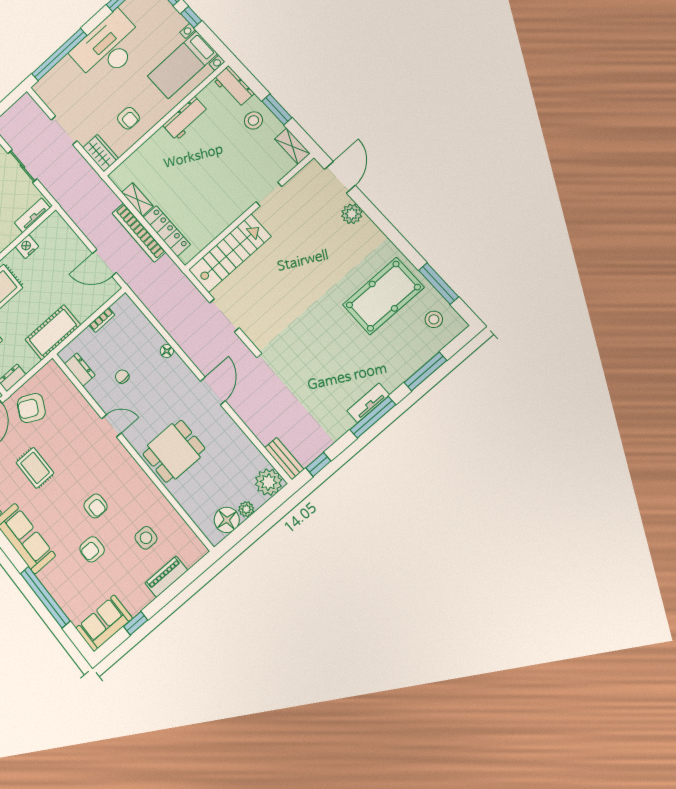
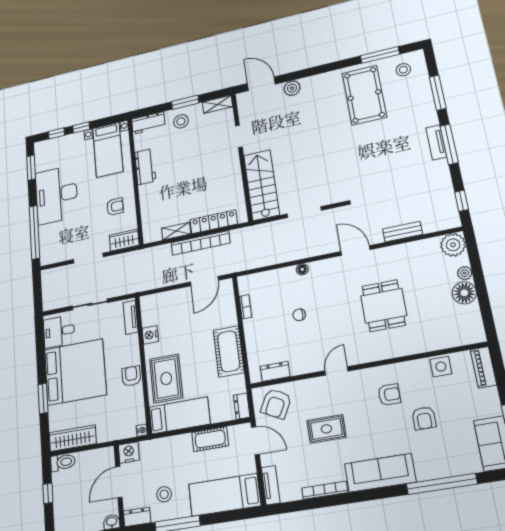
dresser: (80, 370) -> (275, 371), moved
door: (111, 426) -> (336, 371), moved
wall: (131, 450) -> (366, 366), moved
bench: (284, 459) -> (402, 232), moved

